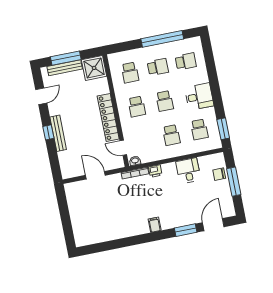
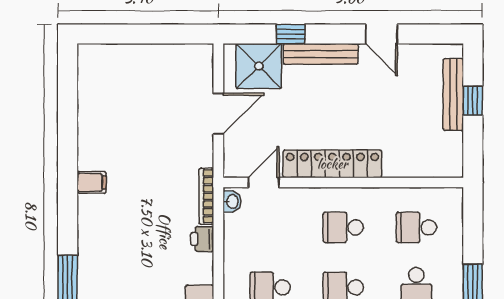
window: (66, 58) -> (473, 101), width x0.46
shower: (94, 68) -> (259, 66), moved
door: (41, 96) -> (381, 34), moved
window: (48, 132) -> (291, 34), moved
filing cabinet: (155, 225) -> (92, 182), moved

